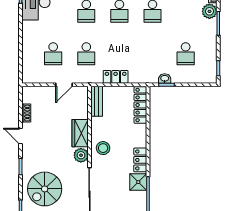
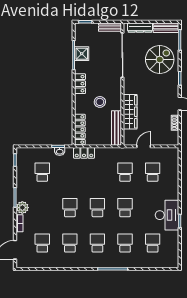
locker: (116, 77) -> (84, 153), moved
bench: (97, 101) -> (116, 128), width x1.36
wardrobe: (80, 133) -> (130, 112), width x1.50
stool: (103, 148) -> (100, 102), moved
plant: (81, 155) -> (129, 88), removed
shower: (138, 182) -> (82, 54), moved

